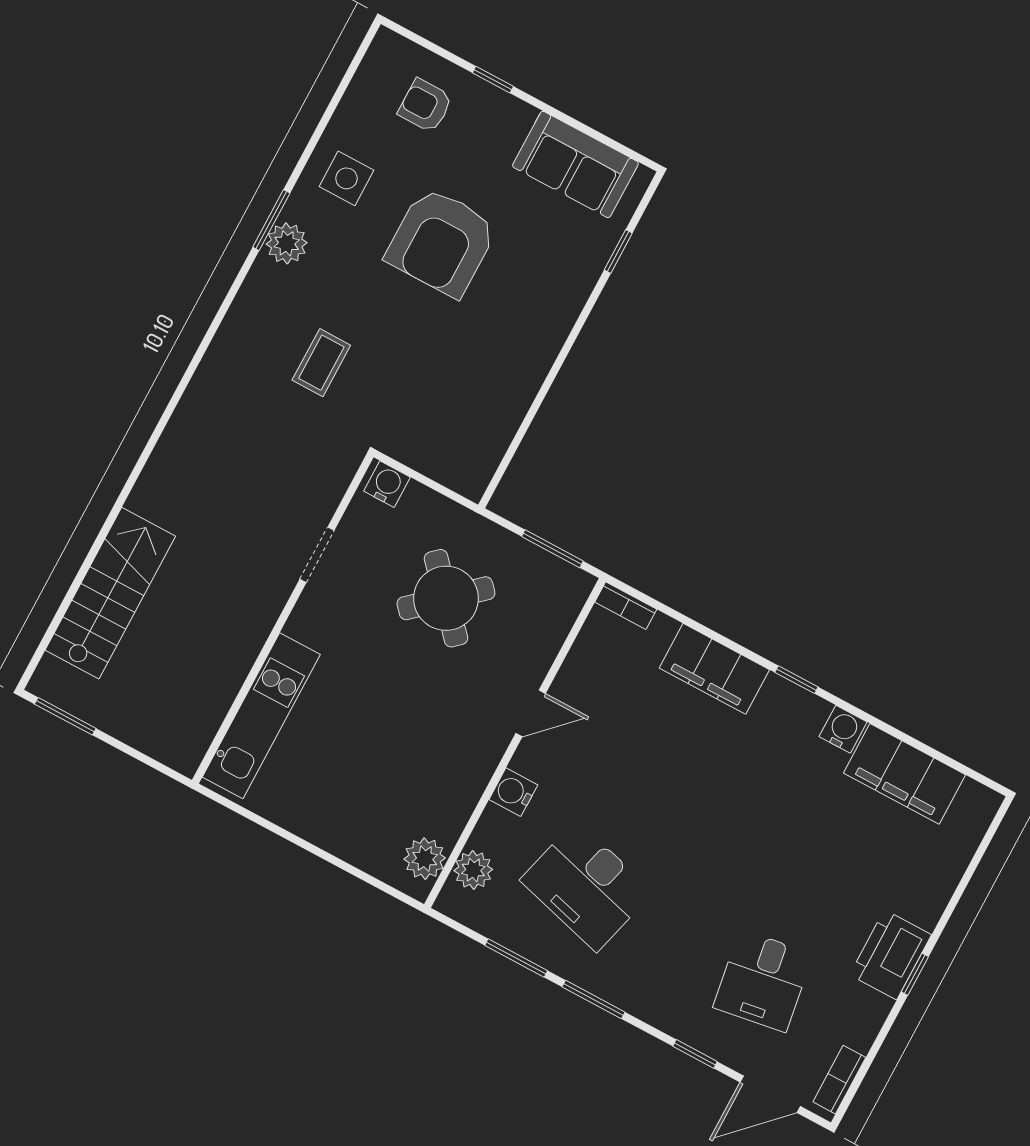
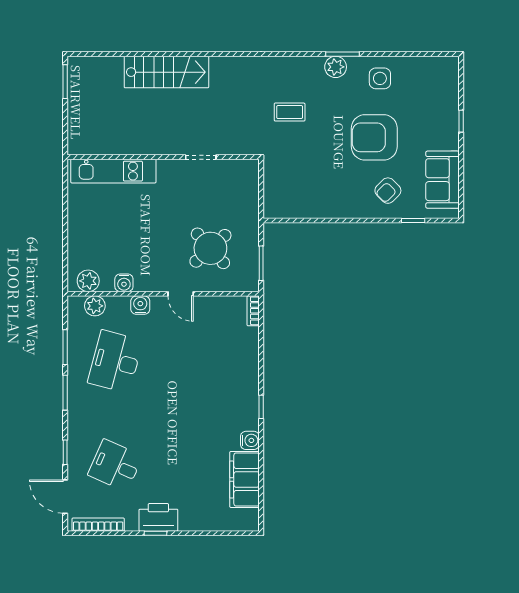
armchair: (425, 106) -> (388, 191), moved, turned -135
water cooler: (387, 484) -> (124, 283), moved, turned 90
stairs: (110, 593) -> (166, 72), moved
round table: (446, 598) -> (210, 248), moved
filing cabinet: (714, 669) -> (246, 367), removed
desk: (763, 981) -> (115, 465), turned 33
bookcase: (839, 1080) -> (98, 525), width x1.56

